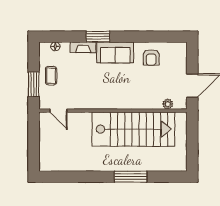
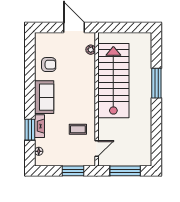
window: (98, 37) -> (30, 130), moved
coffee table: (51, 76) -> (78, 129), moved
window: (34, 142) -> (125, 171), added

